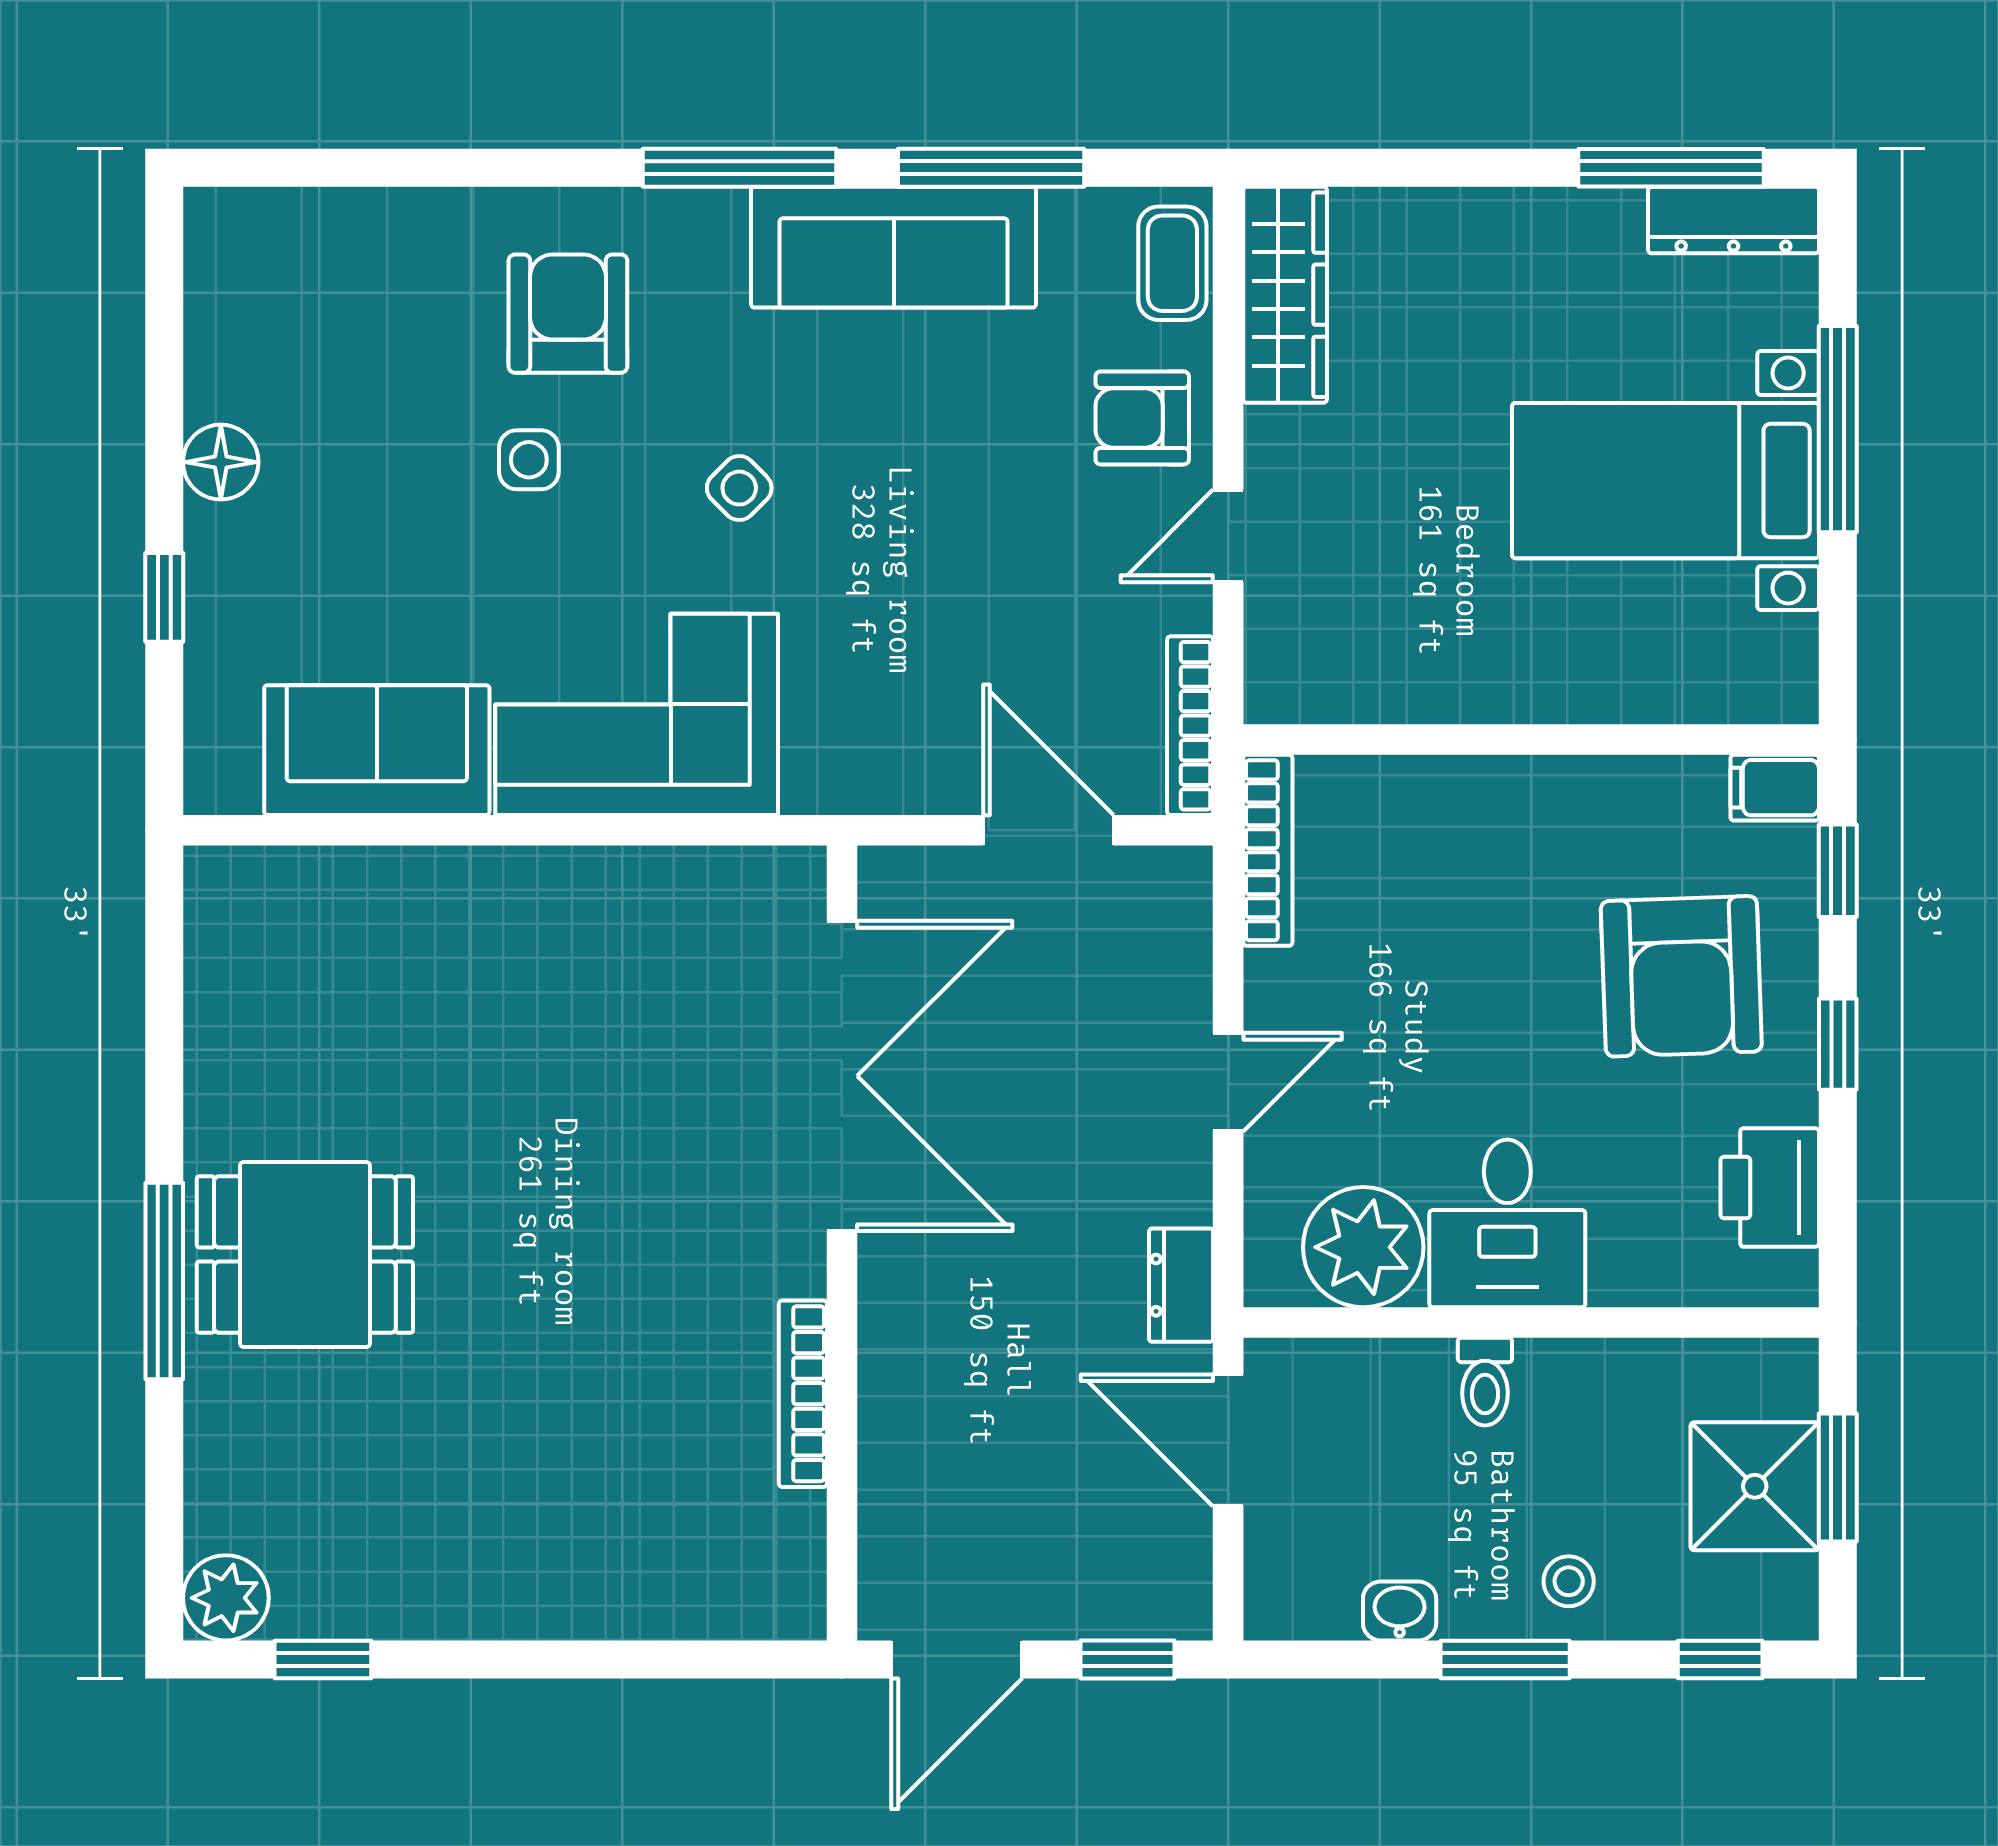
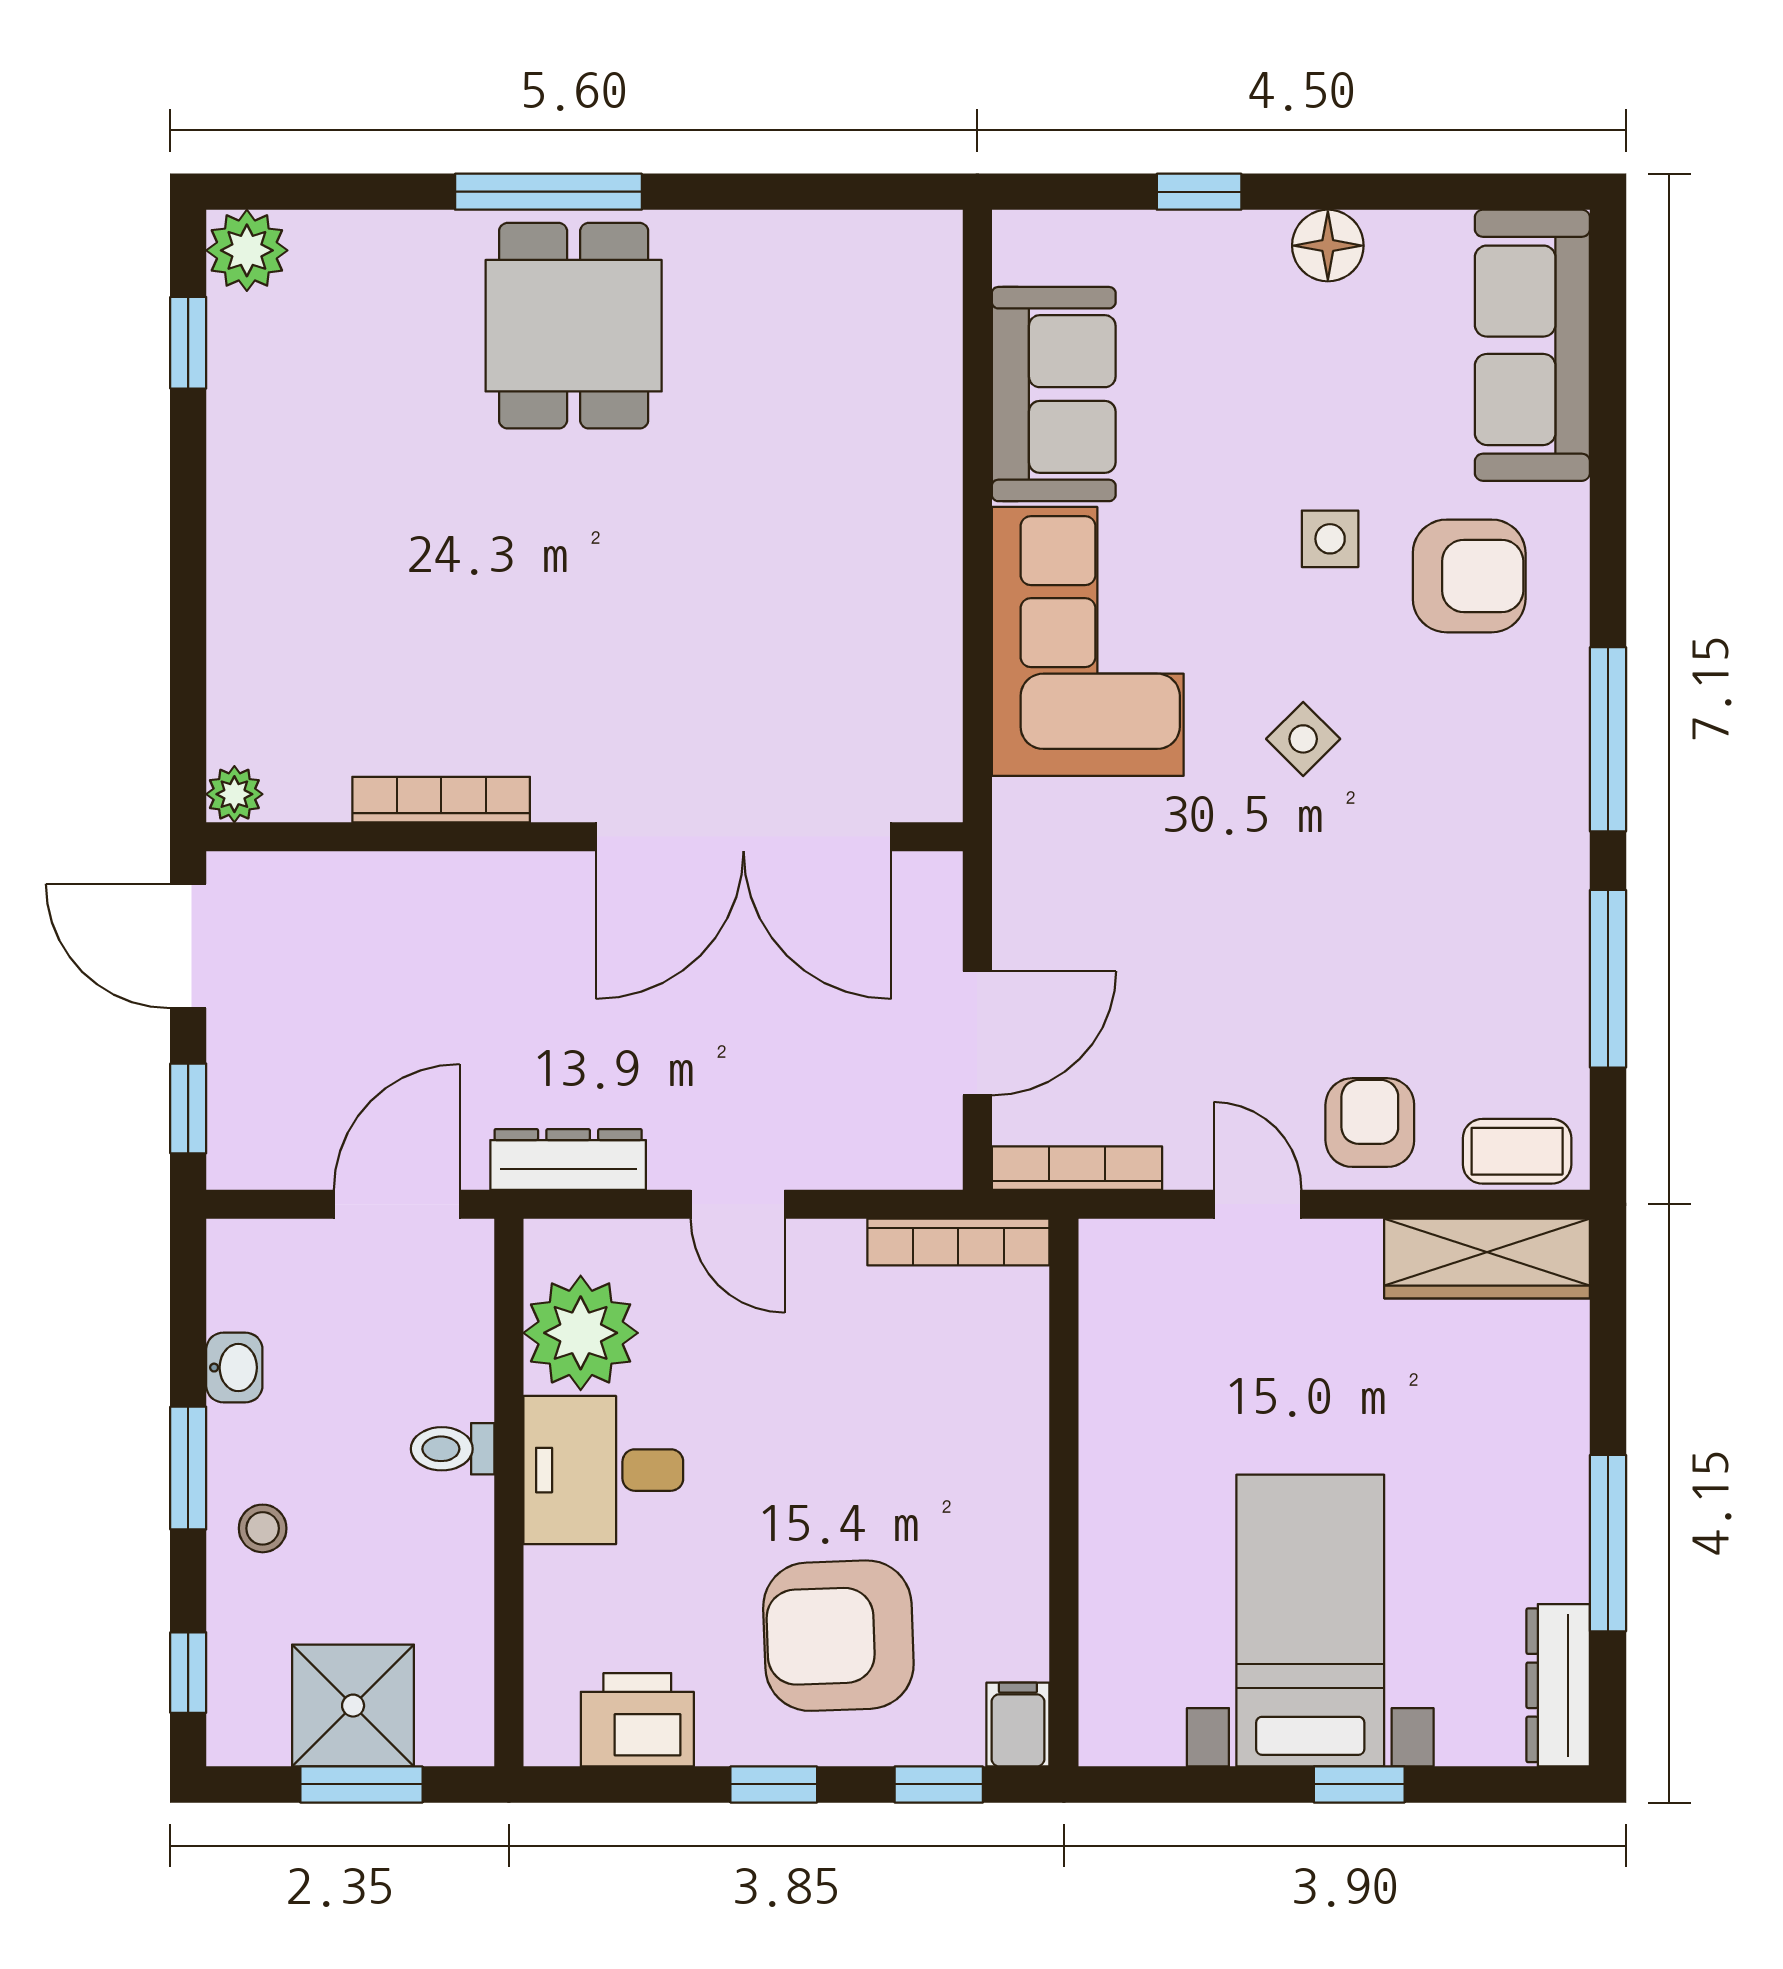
window: (1671, 168) -> (1608, 1543), moved
sofa: (894, 247) -> (1532, 345), moved
window: (1838, 429) -> (1359, 1784), width x0.46
dresser: (1181, 1285) -> (568, 1159), width x1.44
plant: (797, 1611) -> (234, 794), added

